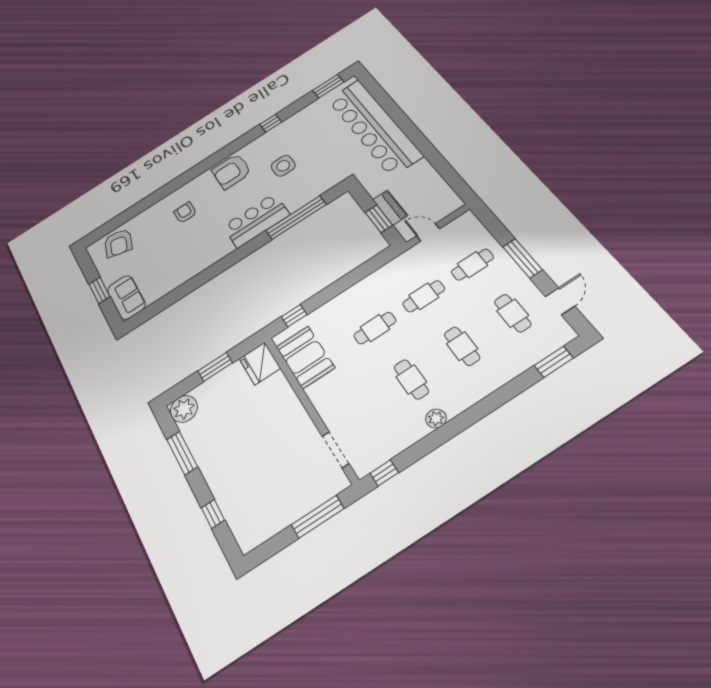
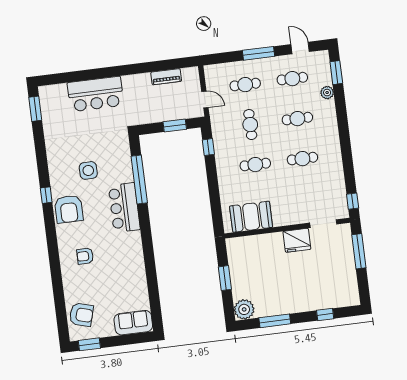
window: (271, 123) -> (46, 195), moved
bar counter: (374, 127) -> (96, 94), width x0.54
piano: (390, 208) -> (166, 77), moved, turned 180
door: (428, 232) -> (205, 100), swing flipped
cafe table: (472, 265) -> (245, 85), turned 90
window: (99, 290) -> (89, 344), moved
window: (294, 316) -> (208, 147), moved
cafe table: (375, 328) -> (255, 165), turned 90
fridge: (260, 363) -> (297, 240), moved
plant: (436, 418) -> (327, 93), moved

